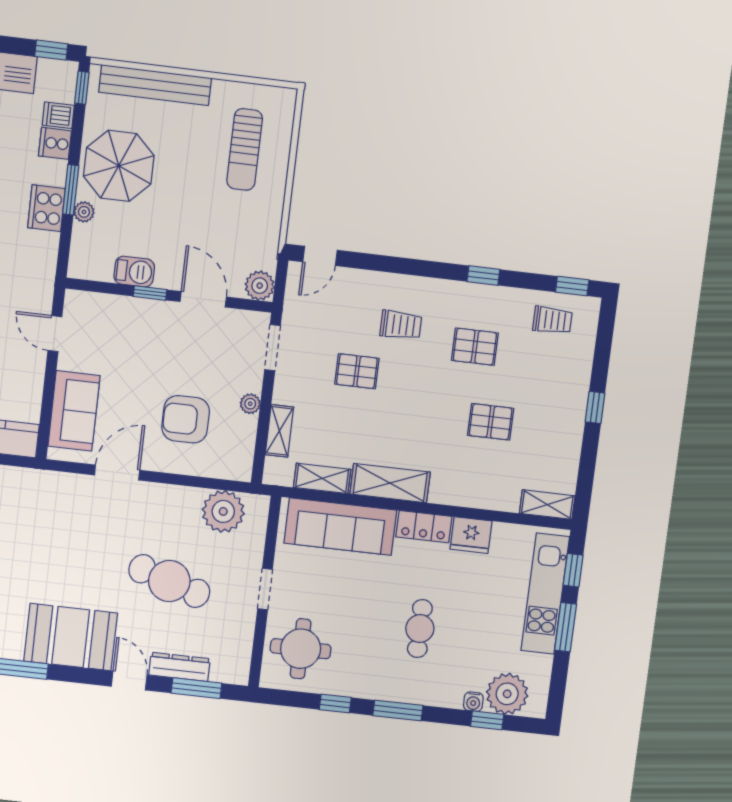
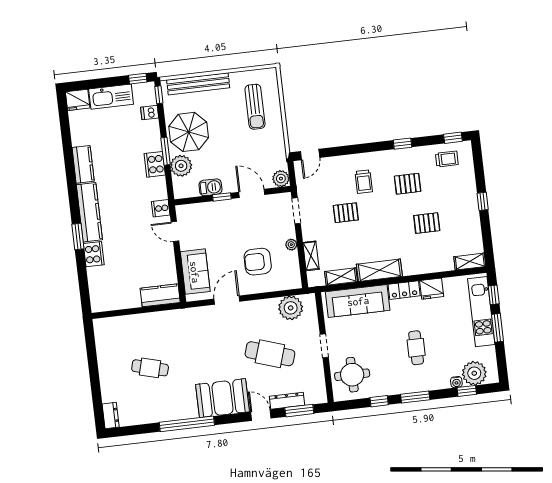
cooker: (55, 143) -> (161, 208), moved
plant: (84, 212) -> (181, 166), width x1.88, depth x1.88
trolley: (401, 325) -> (364, 182), turned 90

